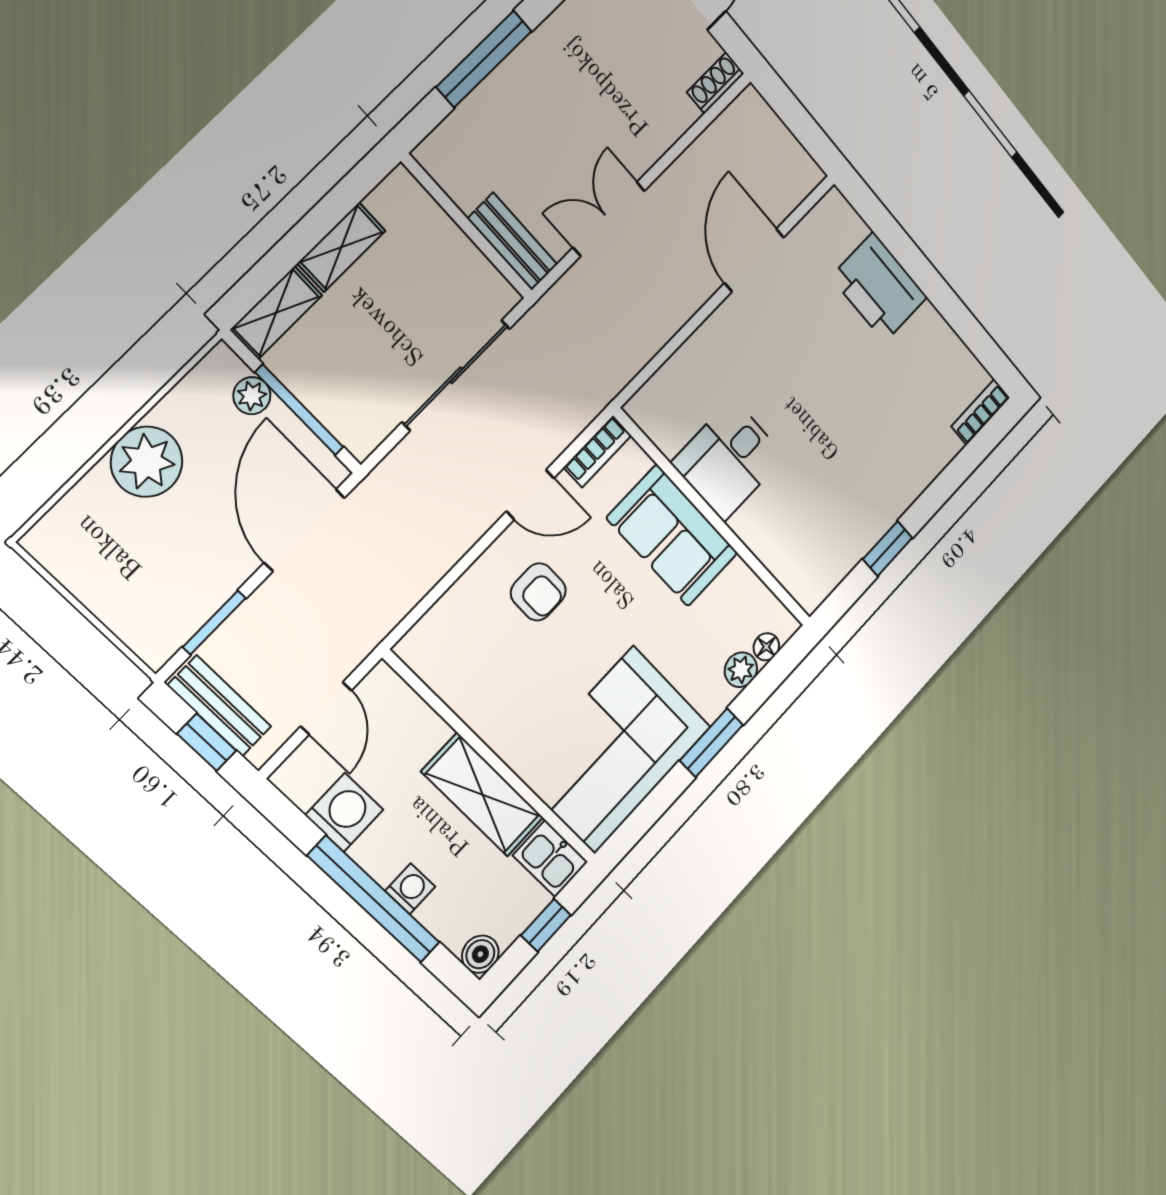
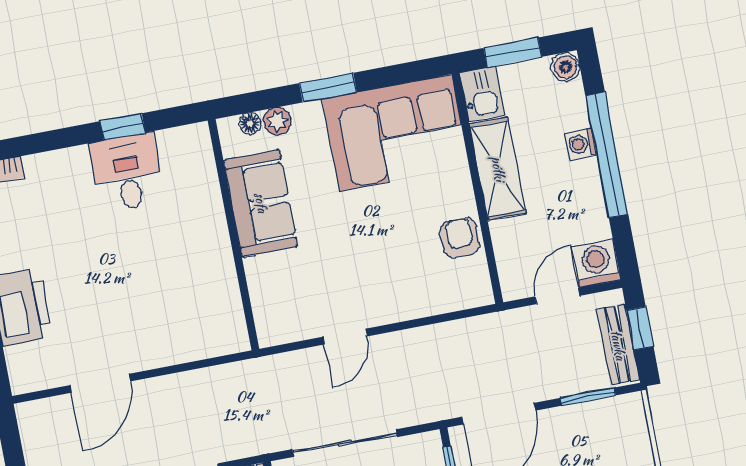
bookcase: (597, 451) -> (284, 333), removed
desk: (728, 460) -> (127, 172), moved, turned -90
door: (530, 495) -> (345, 336), swing flipped
sofa: (672, 536) -> (261, 203), moved
armchair: (538, 592) -> (460, 238), moved
washing machine: (344, 812) -> (596, 263), moved, turned 90
window: (546, 925) -> (513, 52), width x1.50

